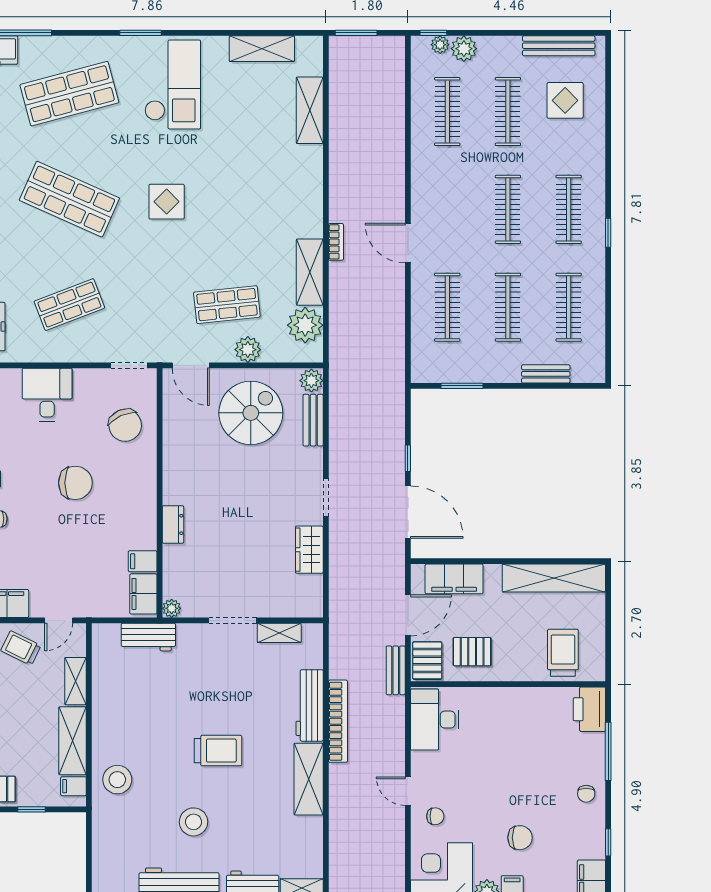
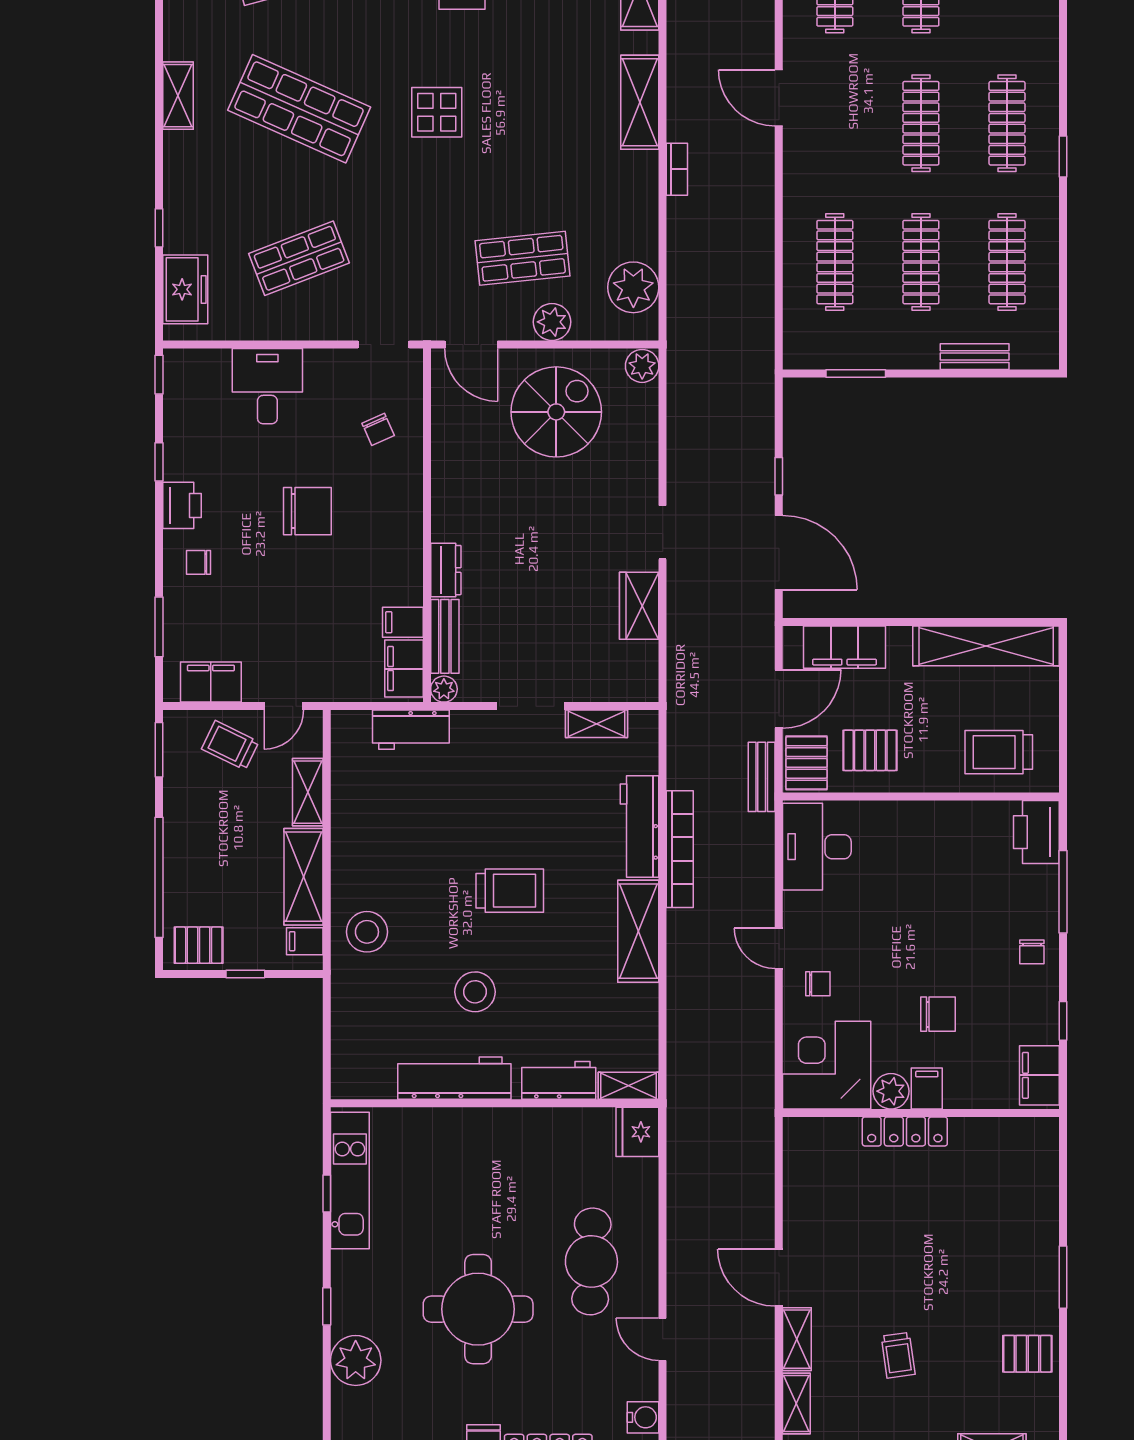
door: (408, 243) -> (779, 98), moved
shelving: (310, 272) -> (640, 102), moved
bench: (313, 420) -> (445, 636), moved
chair: (125, 425) -> (378, 429), width x0.54, depth x0.54
trolley: (563, 653) -> (999, 752), turned -90

